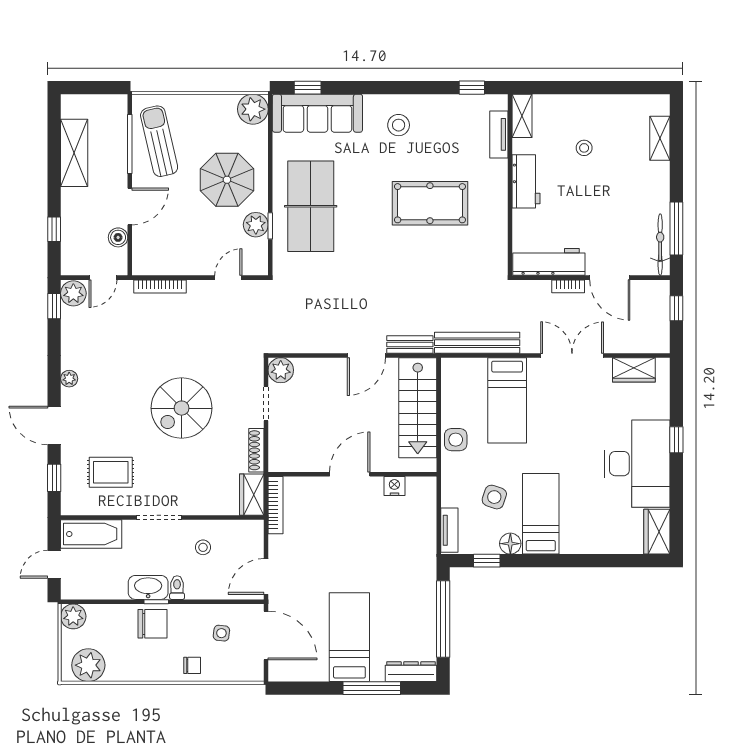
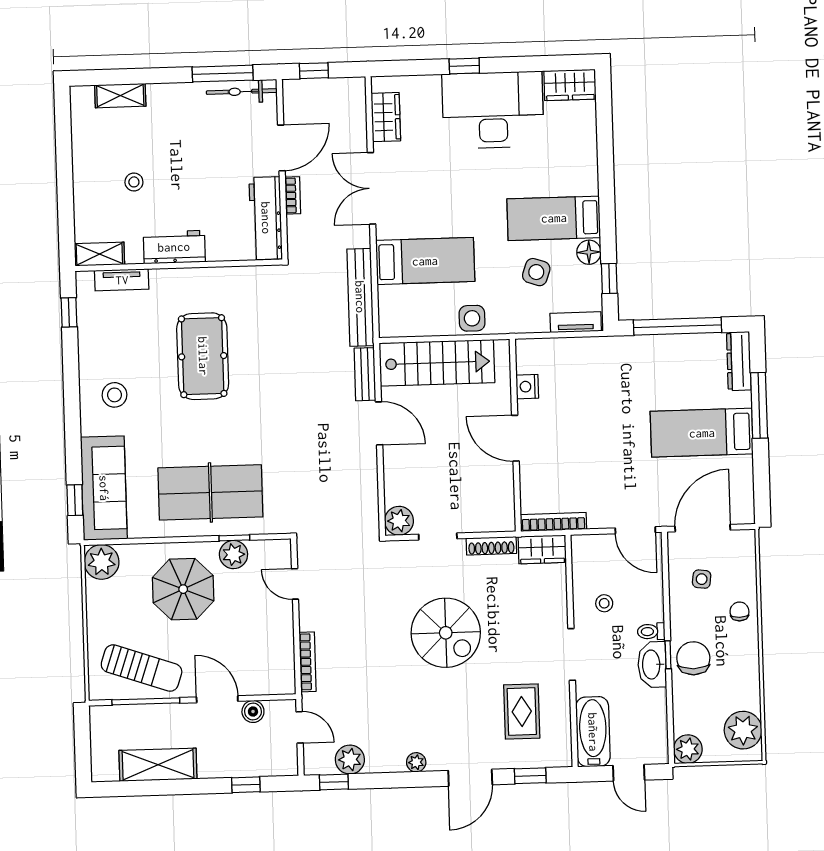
sun lounger: (159, 141) -> (142, 668), turned -148
plant: (73, 293) -> (350, 760), moved

